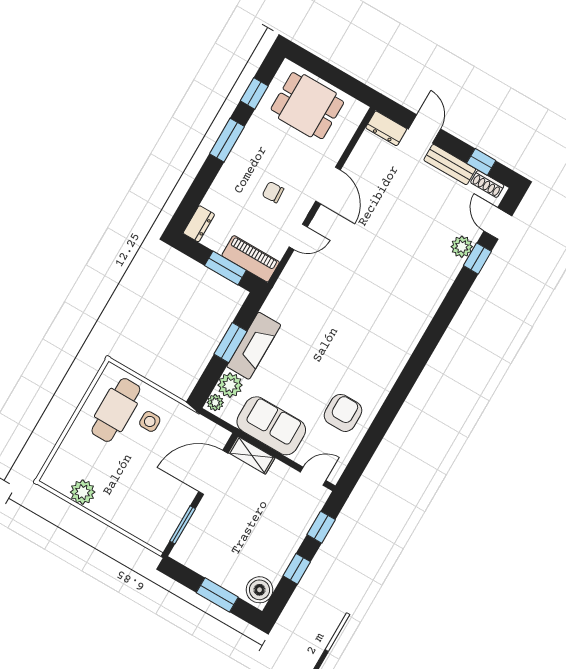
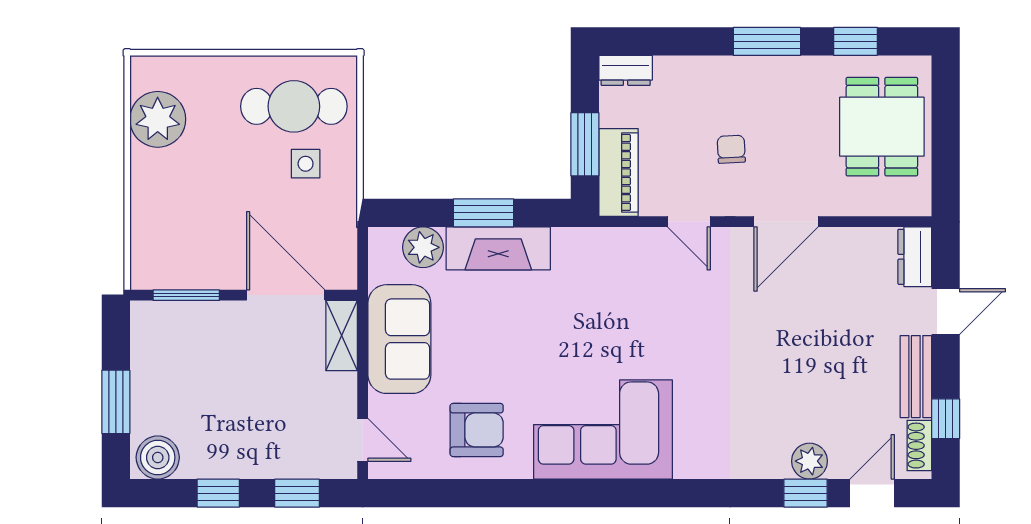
corner sofa: (382, 346) -> (603, 429), added
plant: (215, 403) -> (386, 241), removed
plant: (83, 492) -> (158, 119), width x1.36, depth x1.36

